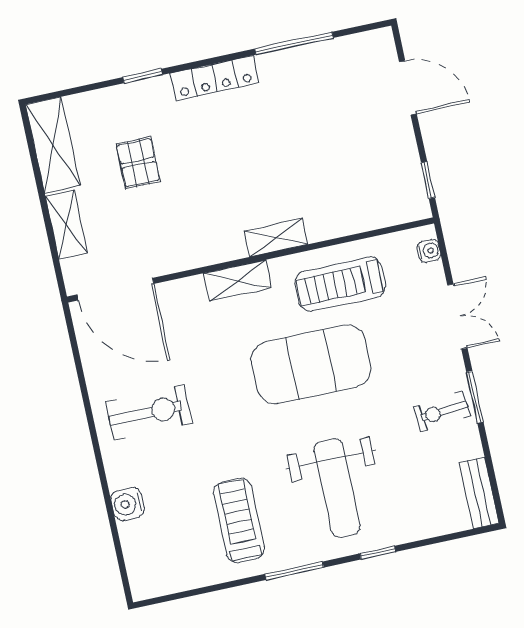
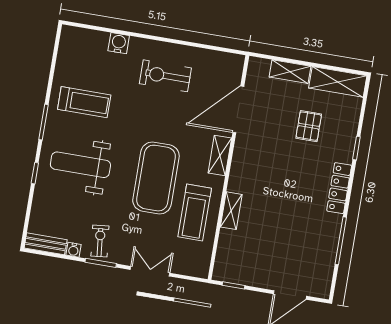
pallet: (138, 163) -> (309, 126), turned 90
shelving: (276, 238) -> (231, 211), moved
water cooler: (429, 251) -> (73, 250), moved
treadmill: (340, 284) -> (195, 212), turned 180
door: (115, 289) -> (238, 109), moved
double door: (457, 317) -> (150, 271), swing flipped
exercise bike: (149, 413) -> (165, 76), turned 90

